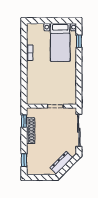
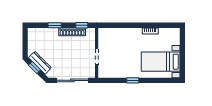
window: (79, 41) -> (133, 80), moved
window: (24, 160) -> (55, 25), moved
window: (66, 168) -> (35, 67), added

